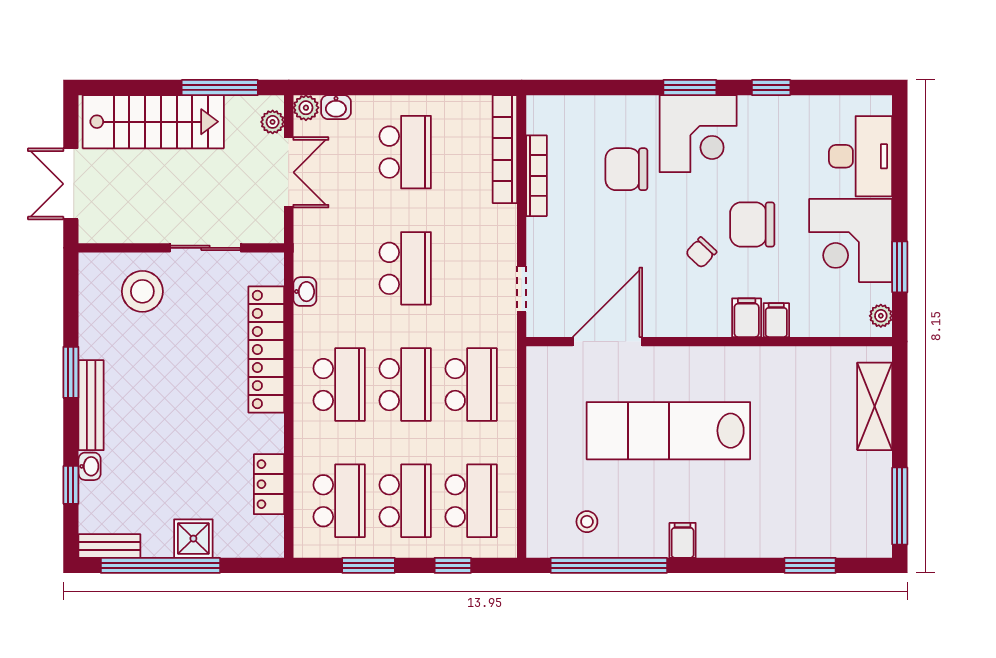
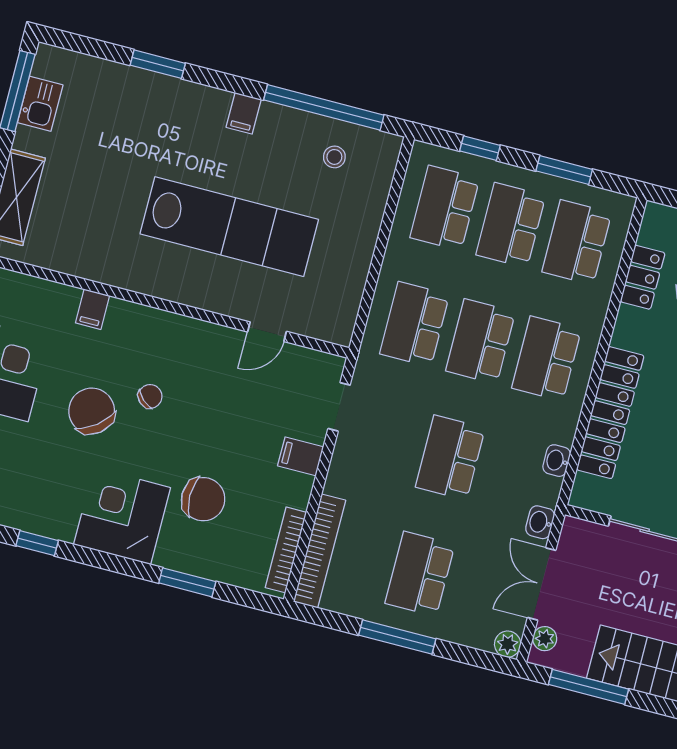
window: (411, 87) -> (397, 637), added
window: (690, 87) -> (187, 582), moved
washbasin: (336, 107) -> (540, 522), moved, turned -90
bookcase: (537, 176) -> (286, 550), moved
chair: (752, 224) -> (92, 411), turned -128
filing cabinet: (747, 318) -> (301, 456), moved, turned 90
door: (607, 342) -> (267, 332), width x0.53
kitchen sink: (875, 500) -> (40, 104), added
window: (810, 565) -> (158, 64), moved

